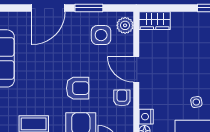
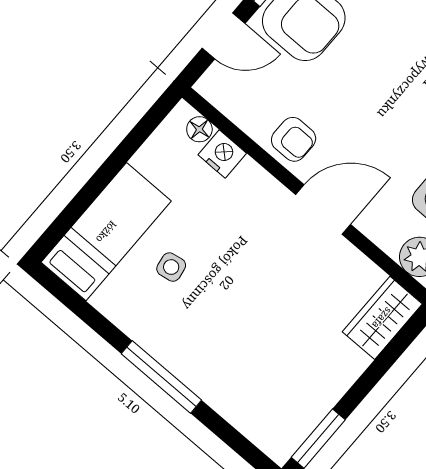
armchair: (78, 88) -> (380, 75), removed

